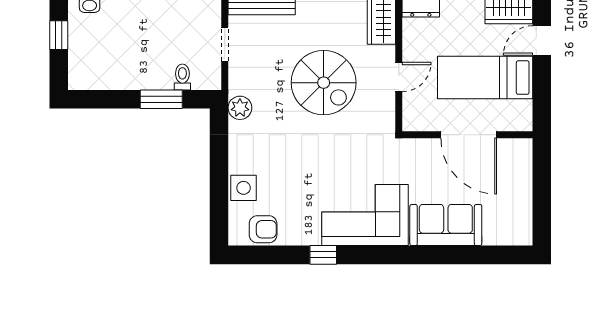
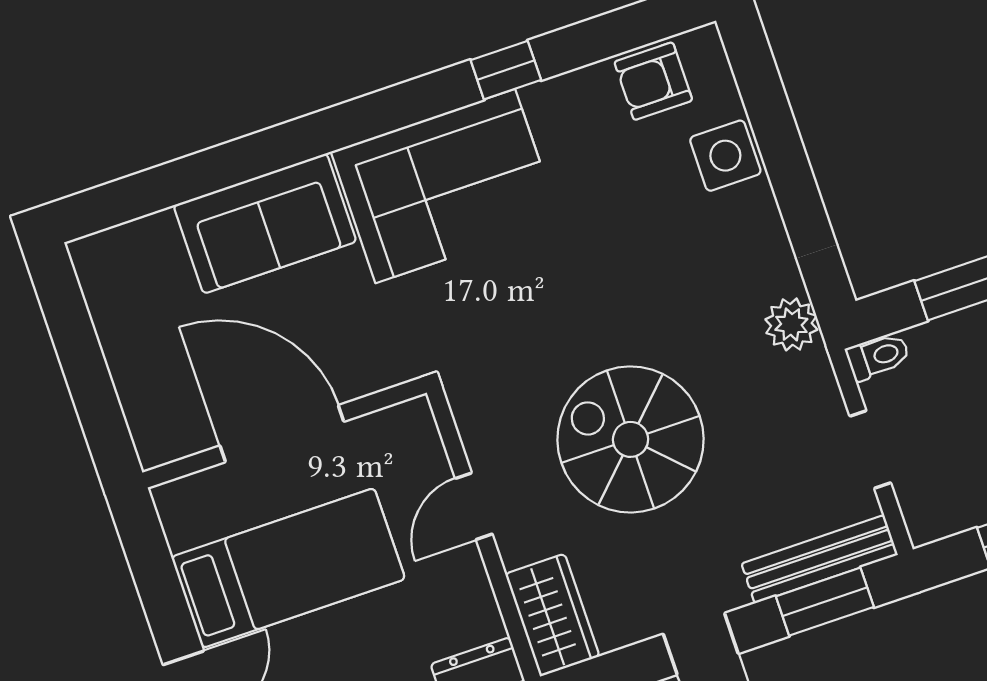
toilet: (182, 77) -> (878, 357), moved, turned -90

